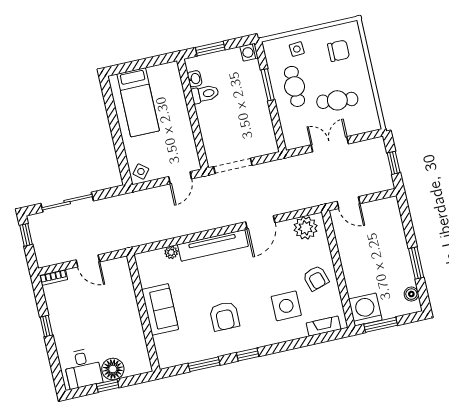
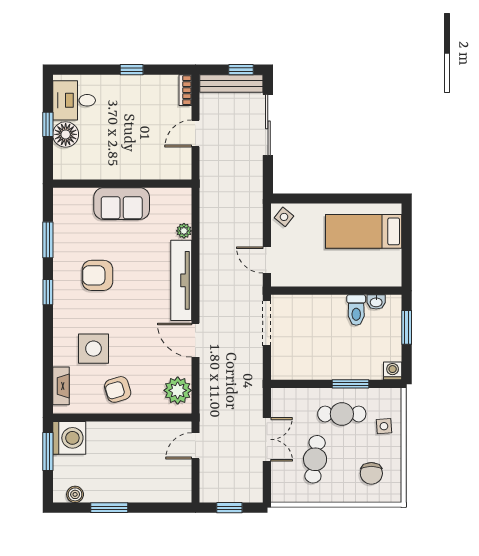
bench: (39, 240) -> (231, 83), added

